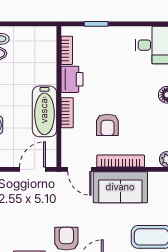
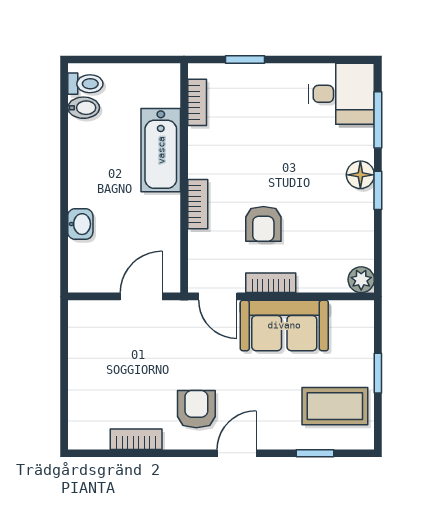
printer: (72, 79) -> (206, 150), removed
bathtub: (44, 111) -> (161, 150), moved
bookcase: (121, 161) -> (271, 283), width x0.64

